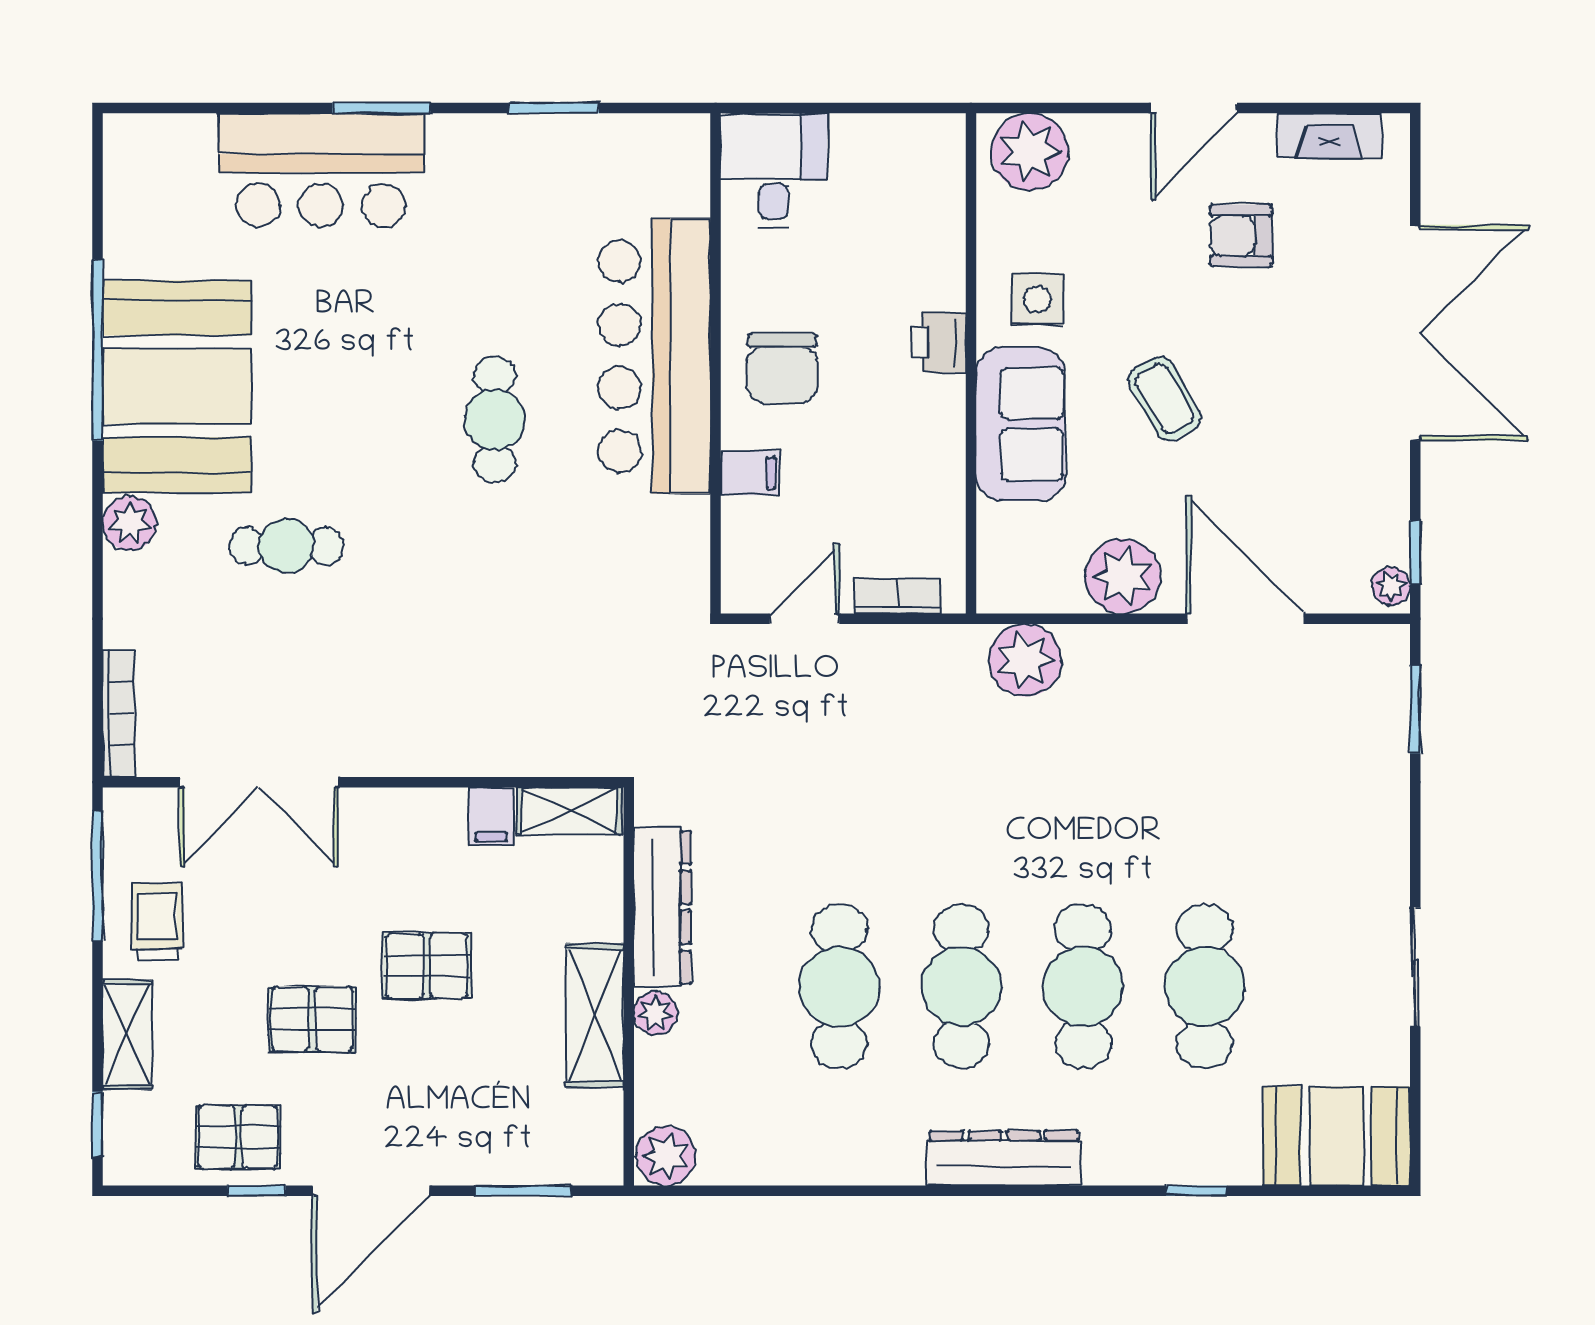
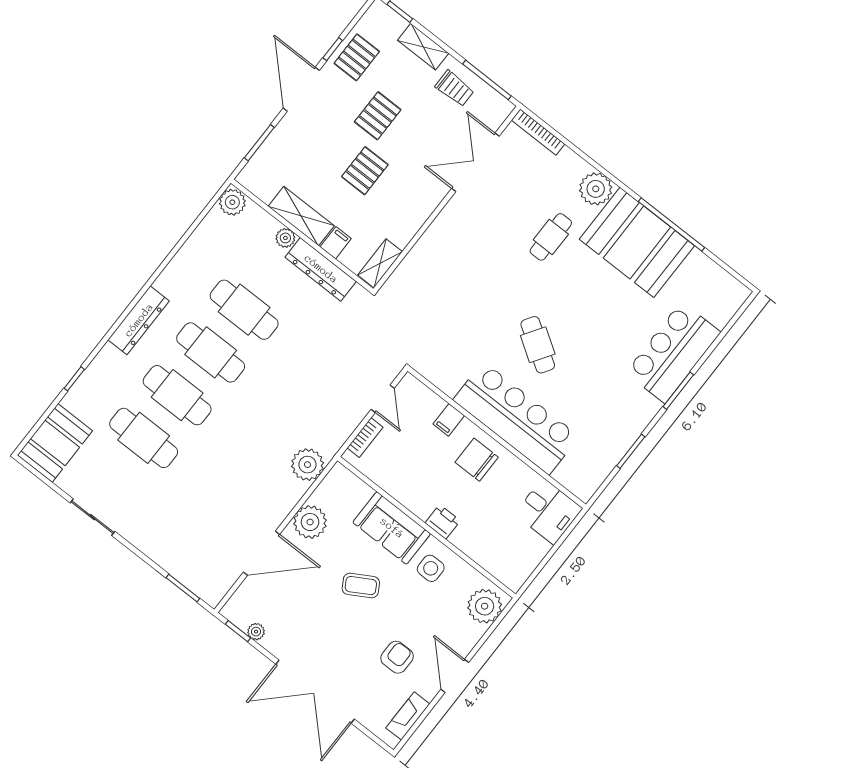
cafe table: (495, 420) -> (538, 345), turned 33
plant: (130, 523) -> (596, 189), width x1.36, depth x1.36
plant: (1391, 586) -> (256, 632), moved
filing cabinet: (491, 817) -> (336, 243), moved, turned 90

